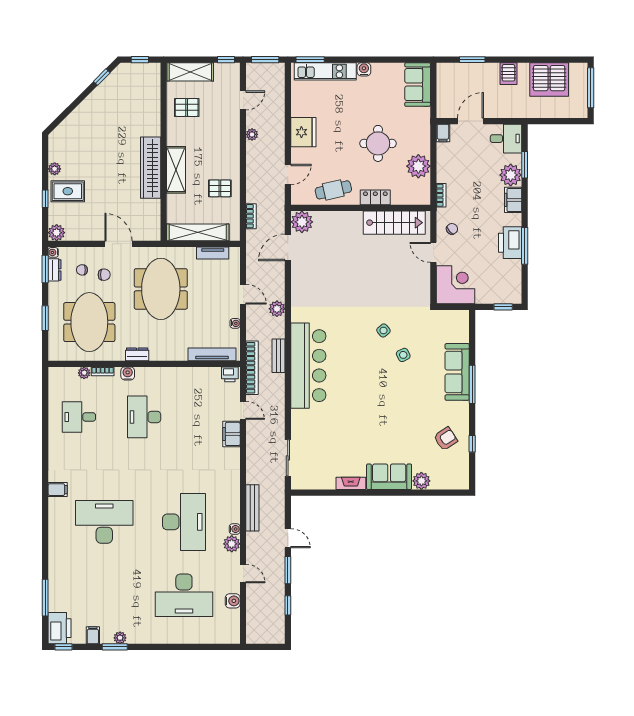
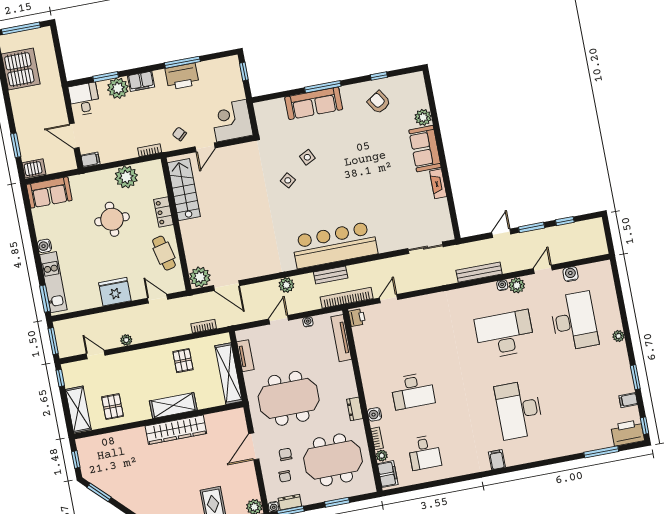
server rack: (508, 74) -> (34, 168), moved
window: (102, 77) -> (99, 492), width x1.50
filing cabinet: (231, 434) -> (388, 474), moved, turned -90
plant: (120, 638) -> (619, 336), moved

